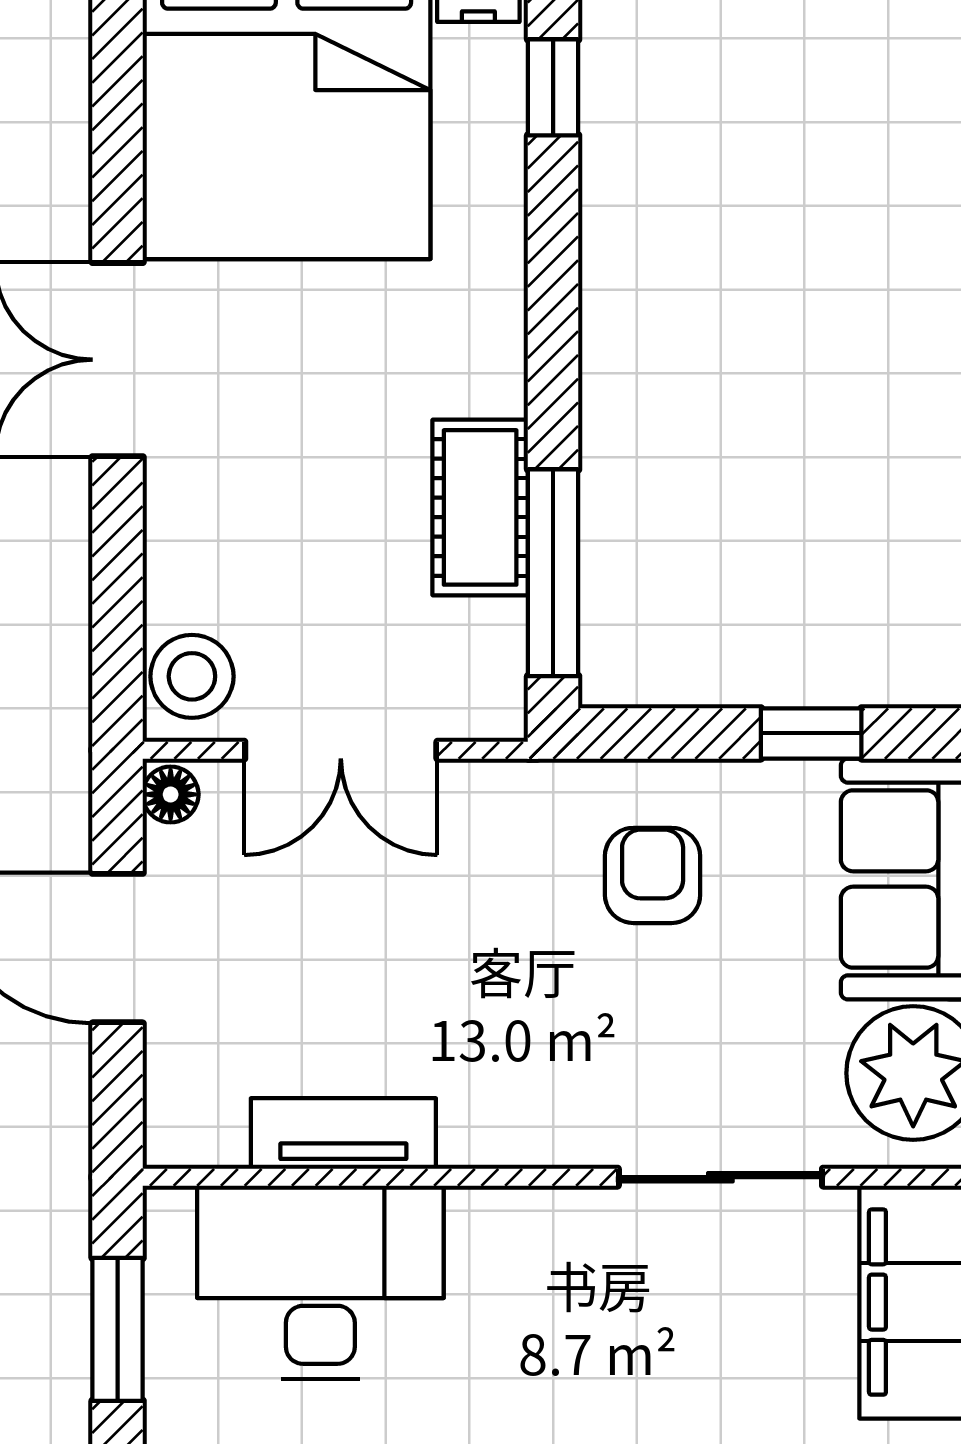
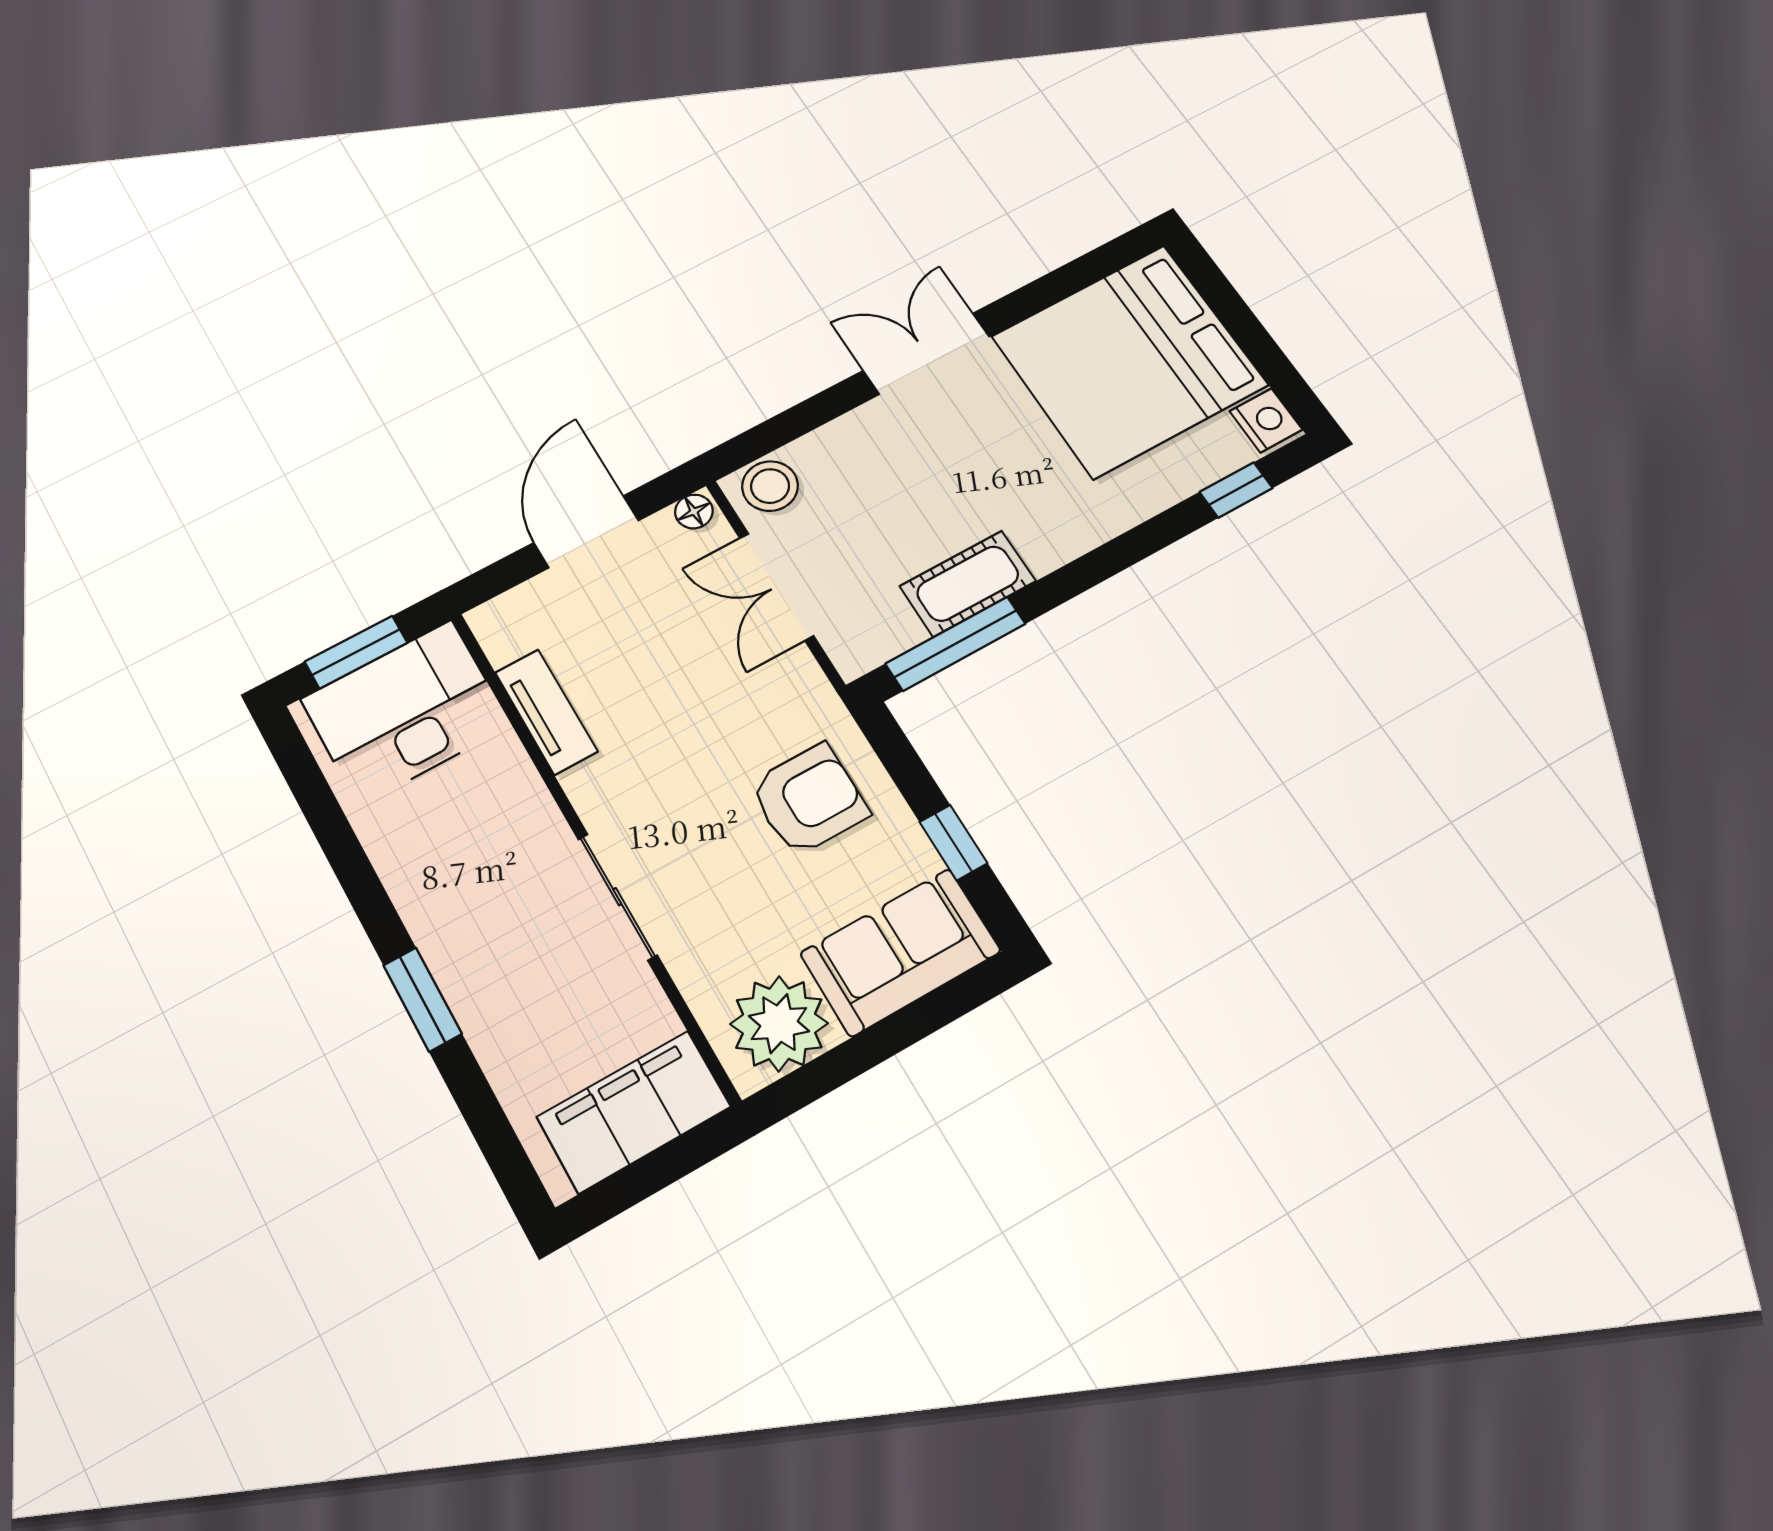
armchair: (653, 875) -> (809, 799), width x1.38, depth x1.38
sliding door: (720, 1177) -> (617, 897), moved
desk: (320, 1283) -> (405, 712), moved, turned -90

